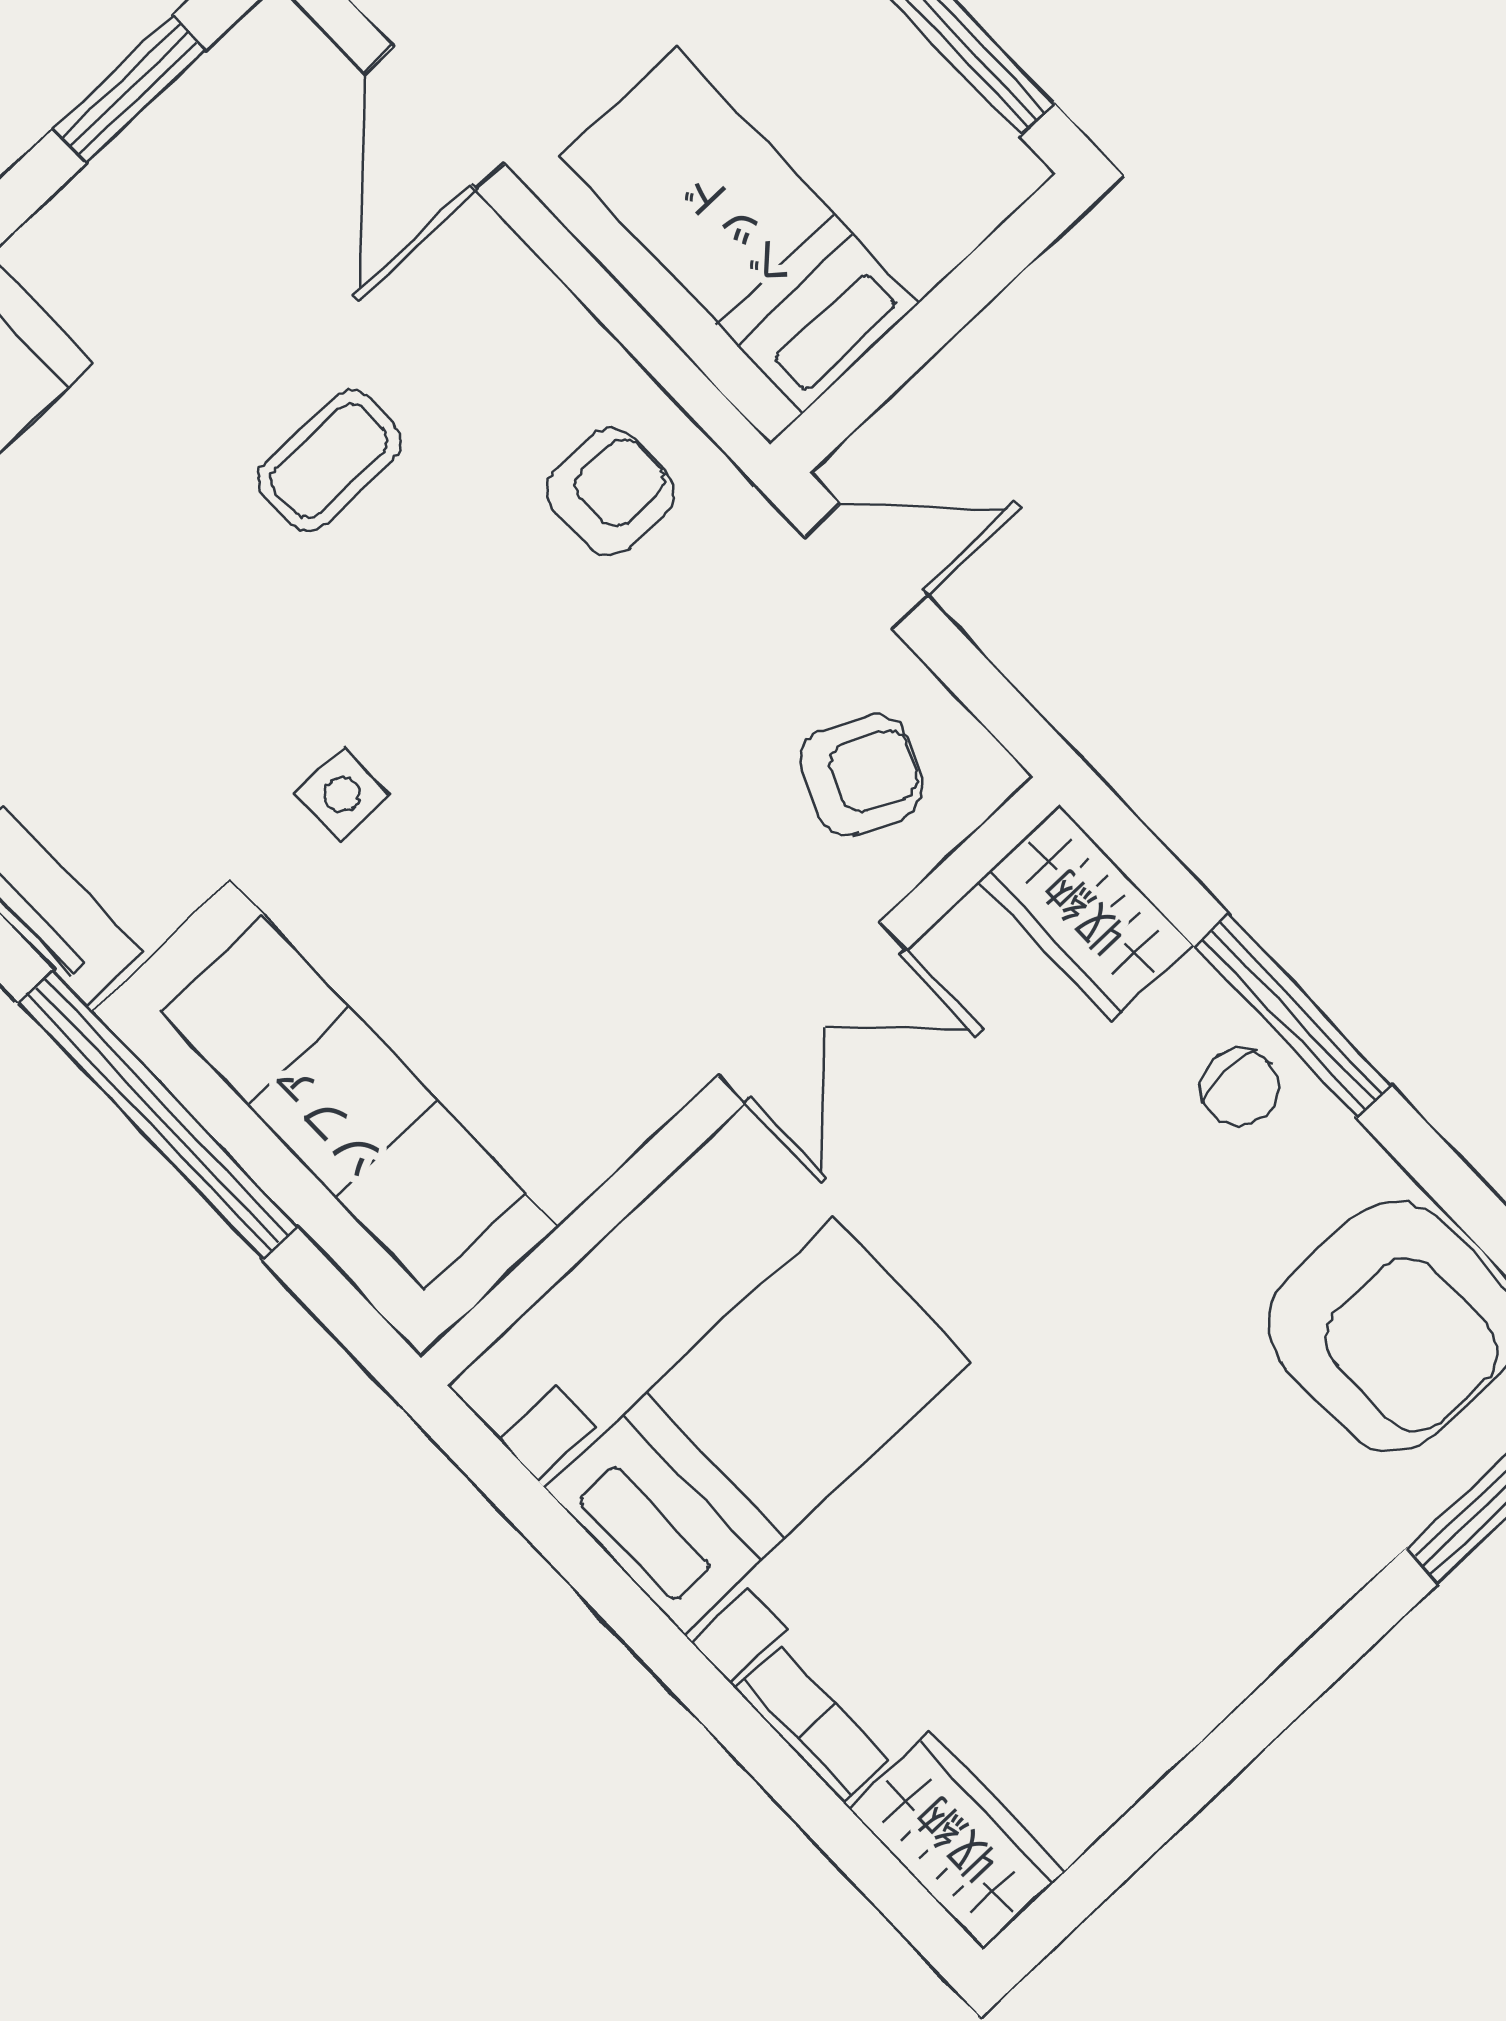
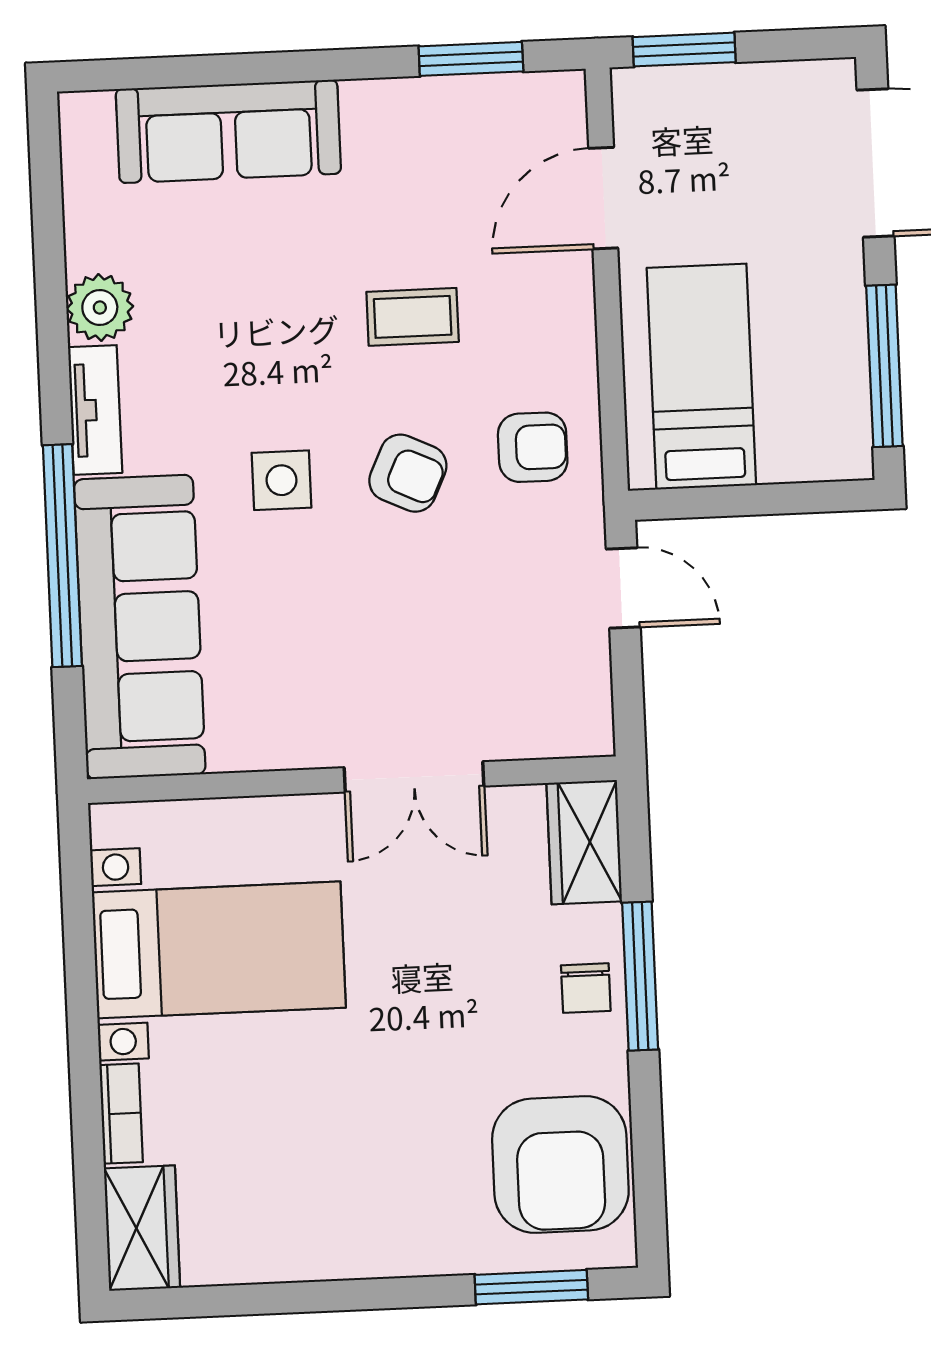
armchair: (861, 775) -> (408, 473), moved
side table: (342, 794) -> (282, 480), width x1.37, depth x1.37

